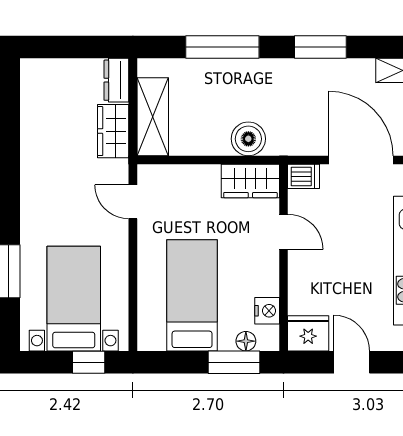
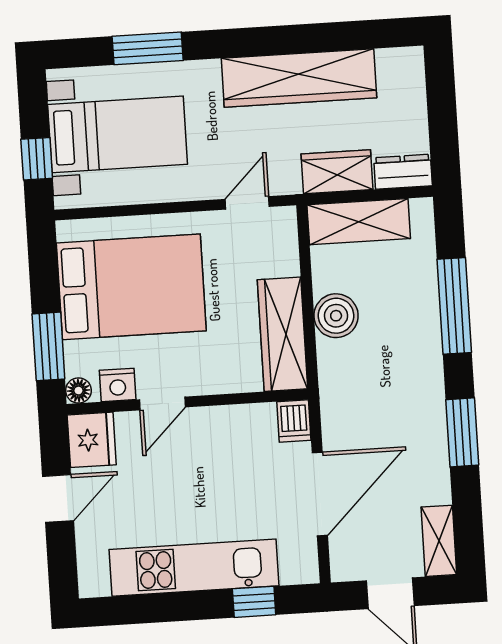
boiler: (248, 139) -> (336, 316), moved
wardrobe: (39, 156) -> (299, 78), added
wardrobe: (250, 181) -> (283, 334), width x1.50
door: (284, 232) -> (162, 403), moved
bed: (192, 295) -> (131, 287), width x1.50
floor lamp: (246, 341) -> (78, 391), moved

